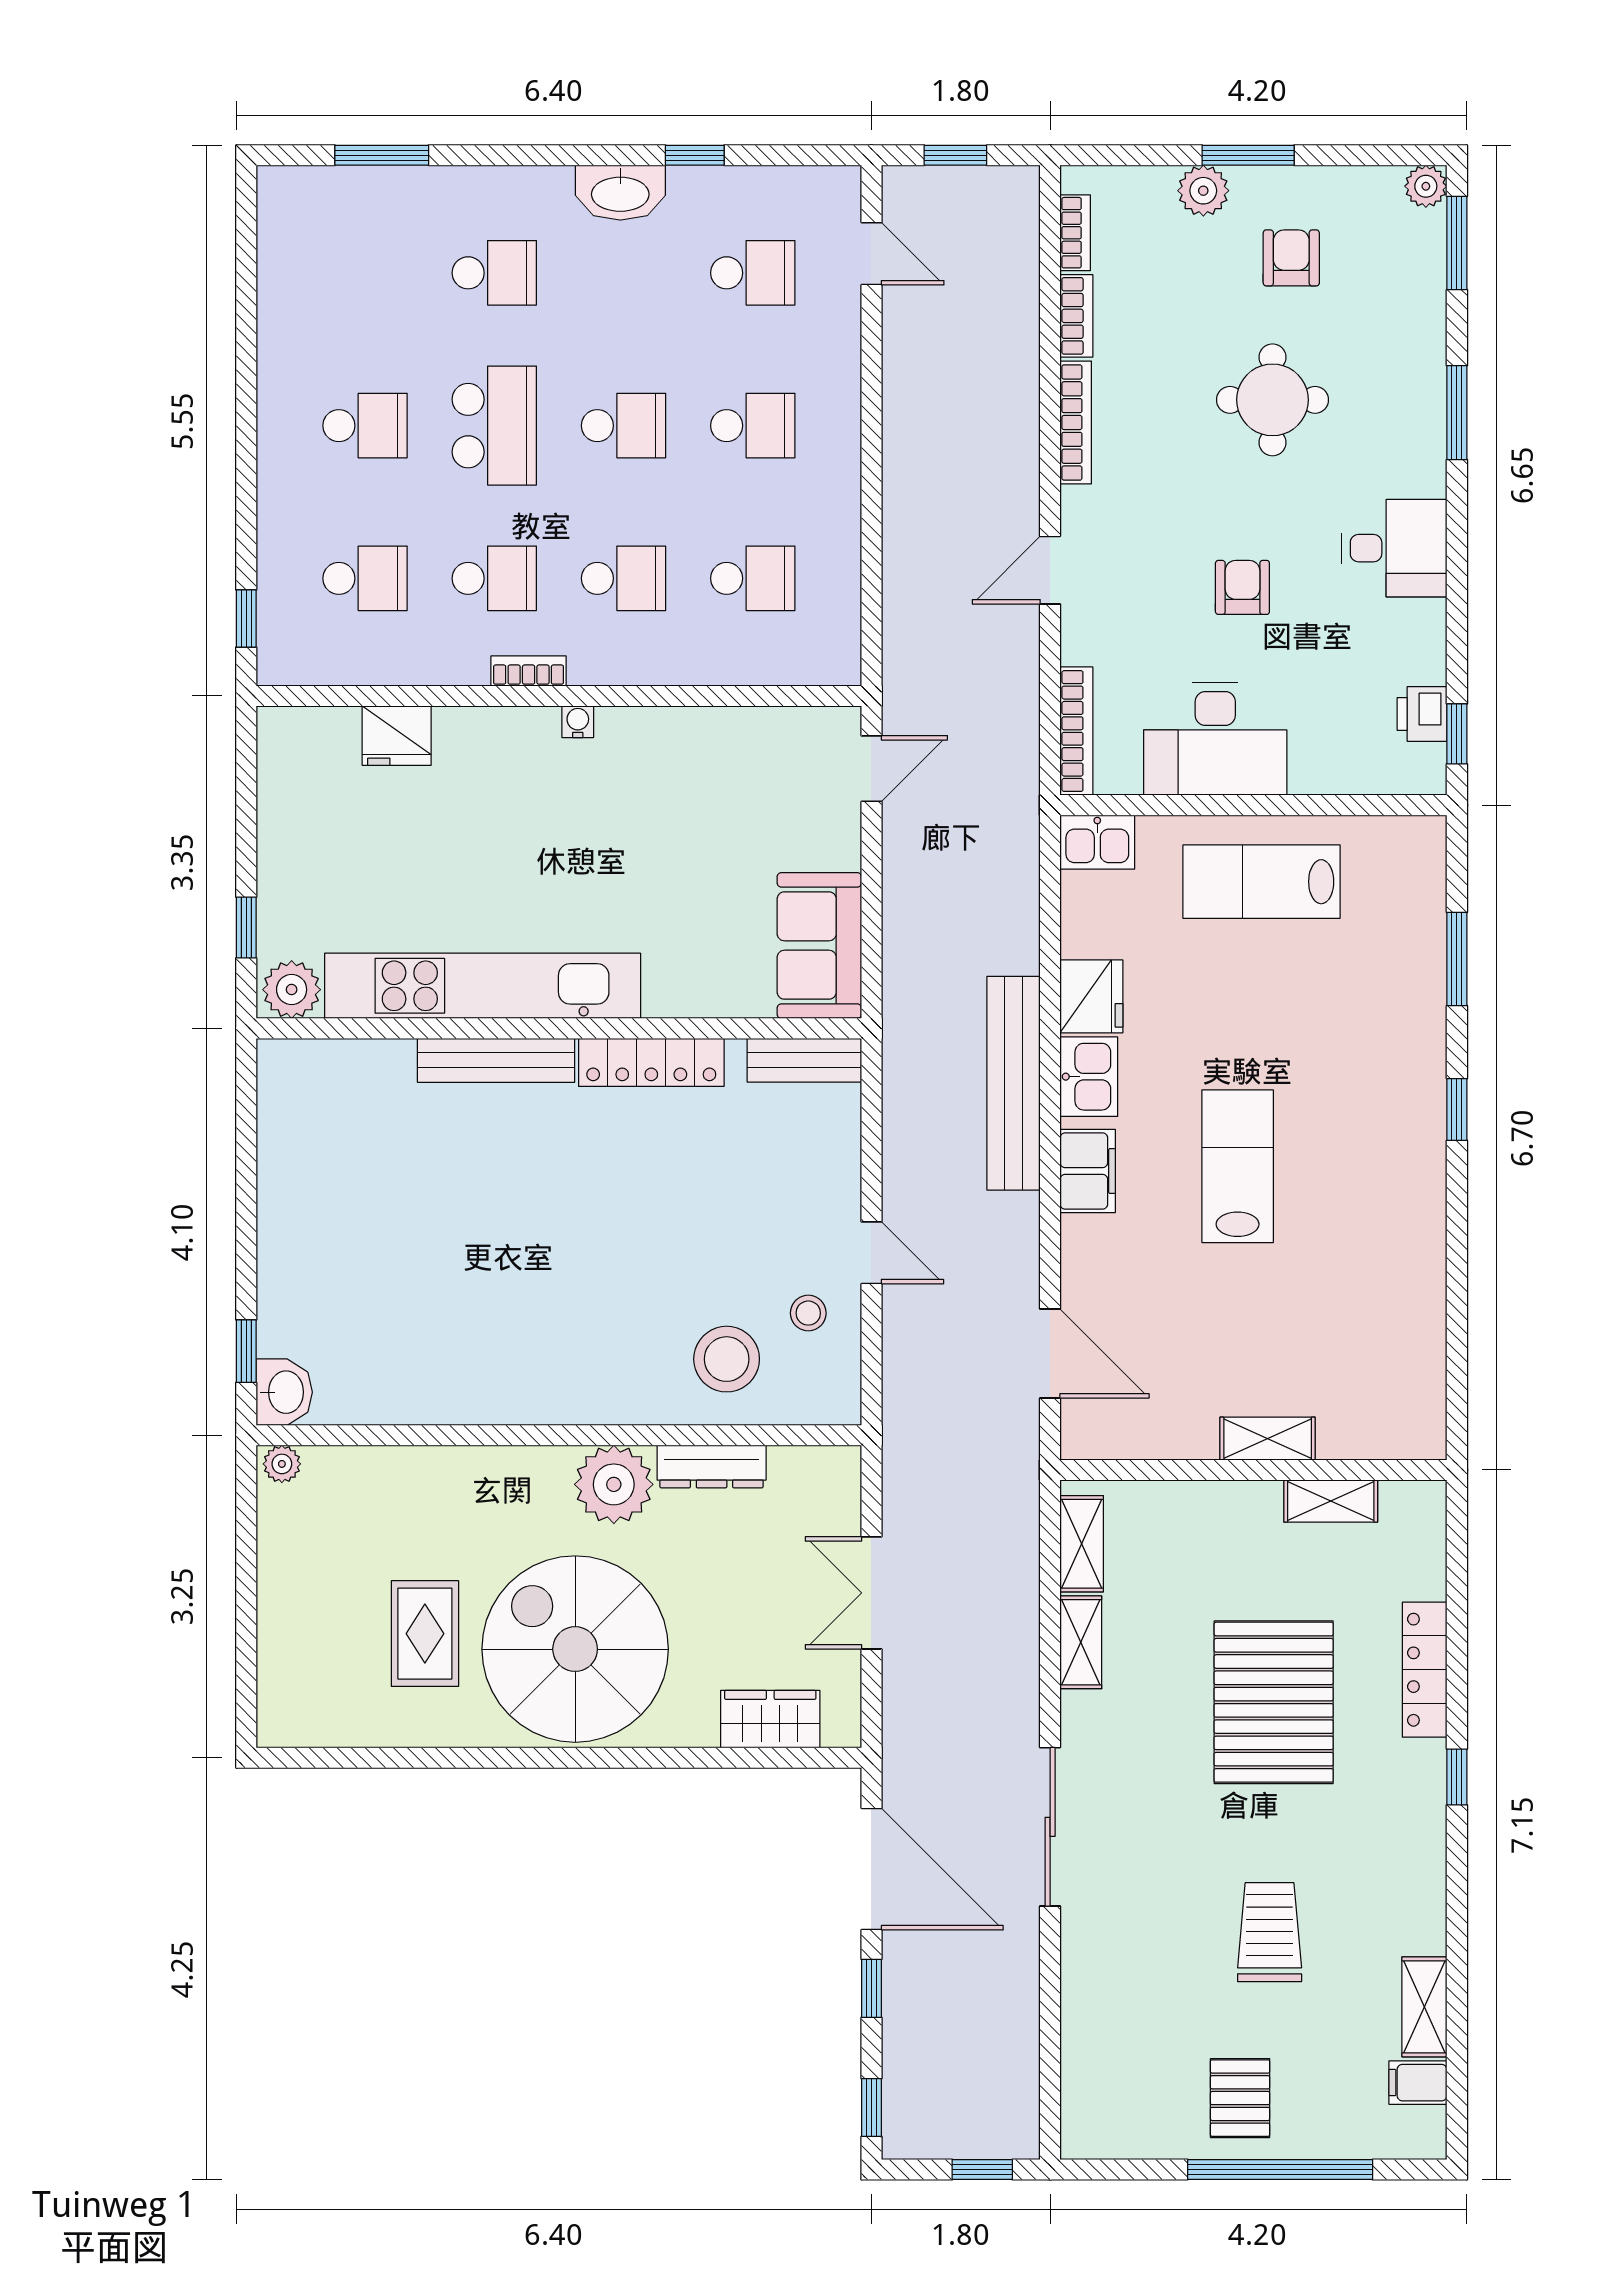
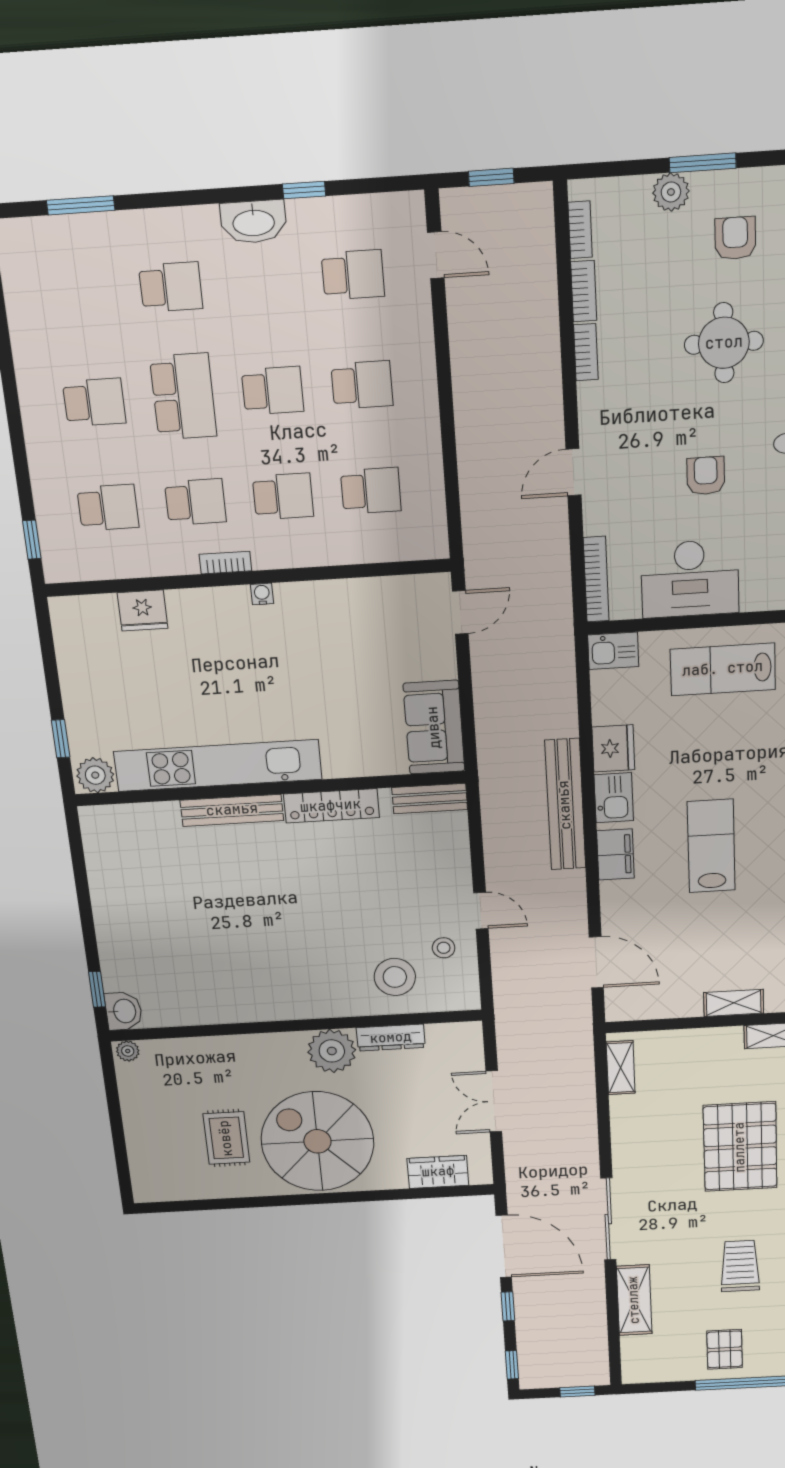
bookcase: (1076, 422) -> (586, 352), width x0.64
shelving: (1081, 1642) -> (634, 1300), moved, width x1.50, depth x1.33

